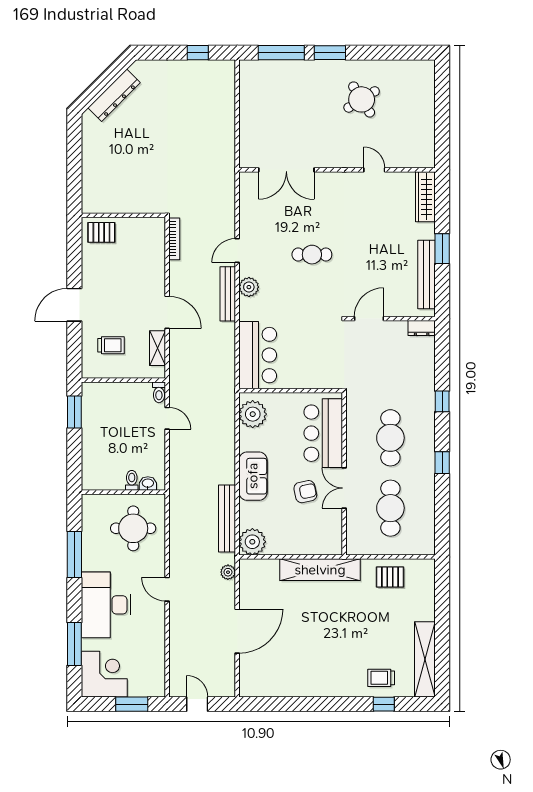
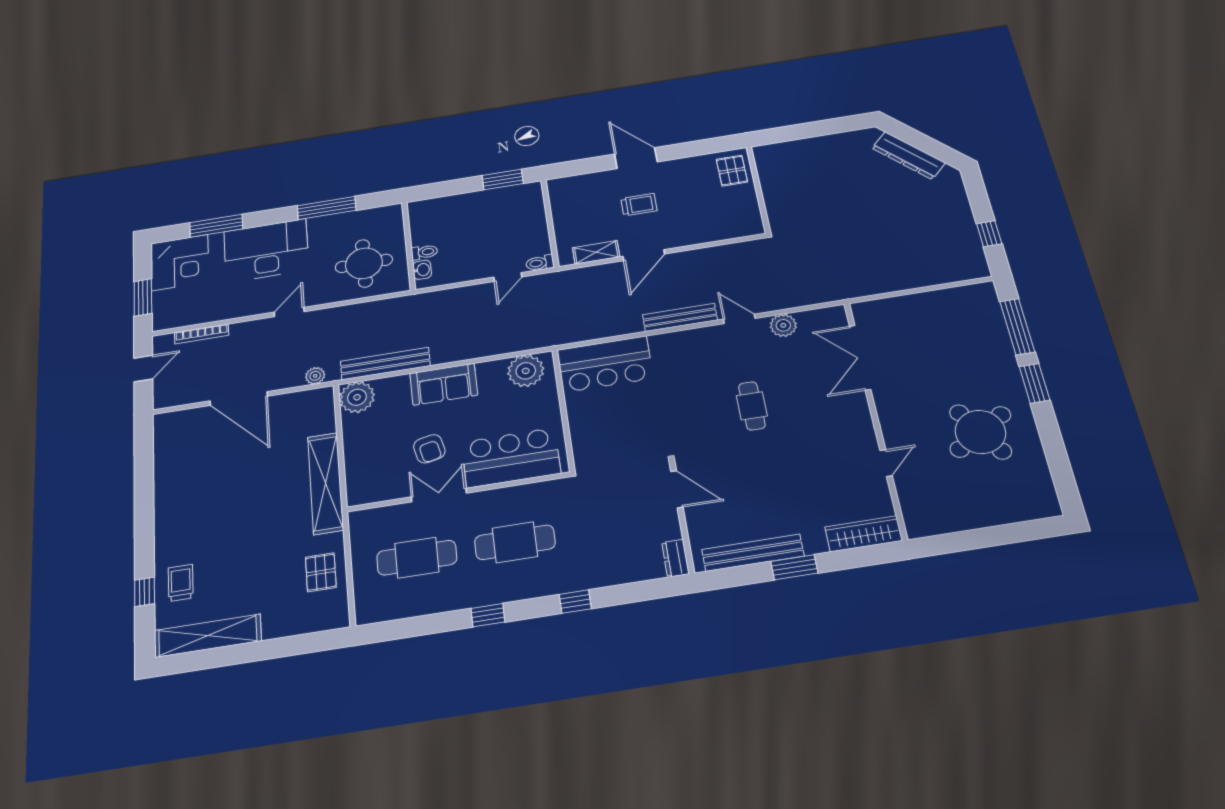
round table: (362, 99) -> (980, 432), width x1.36, depth x1.36
bookcase: (174, 239) -> (202, 334), moved
plant: (249, 287) -> (783, 325), moved
trolley: (111, 345) -> (639, 205), moved, turned -90

